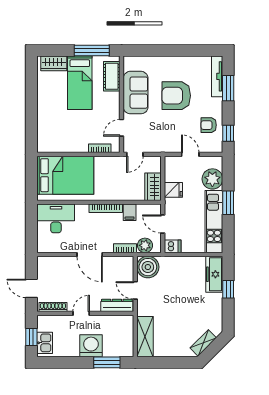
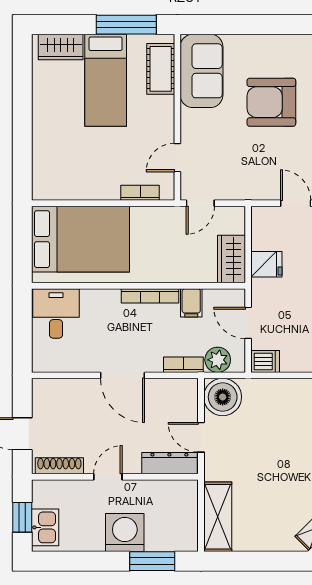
sofa: (136, 93) -> (202, 71), moved
desk: (56, 218) -> (56, 313), width x0.73

